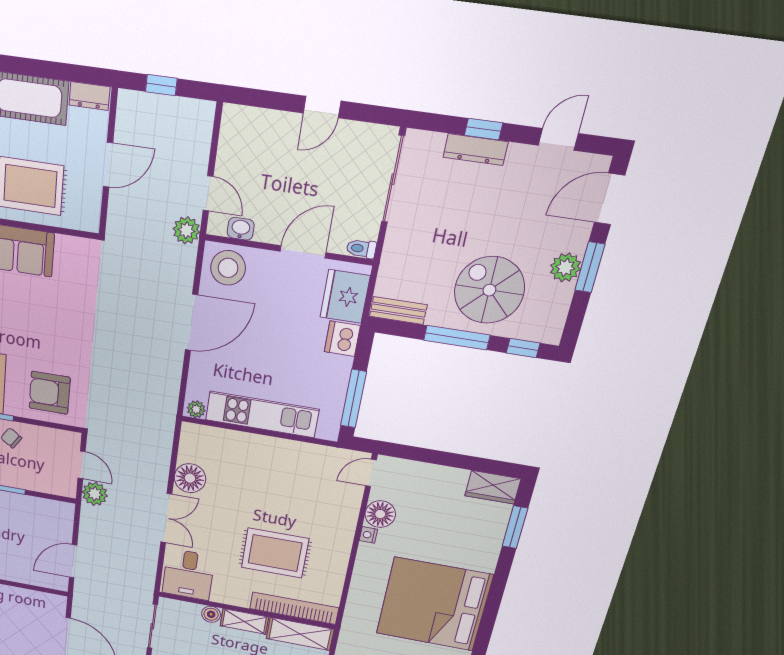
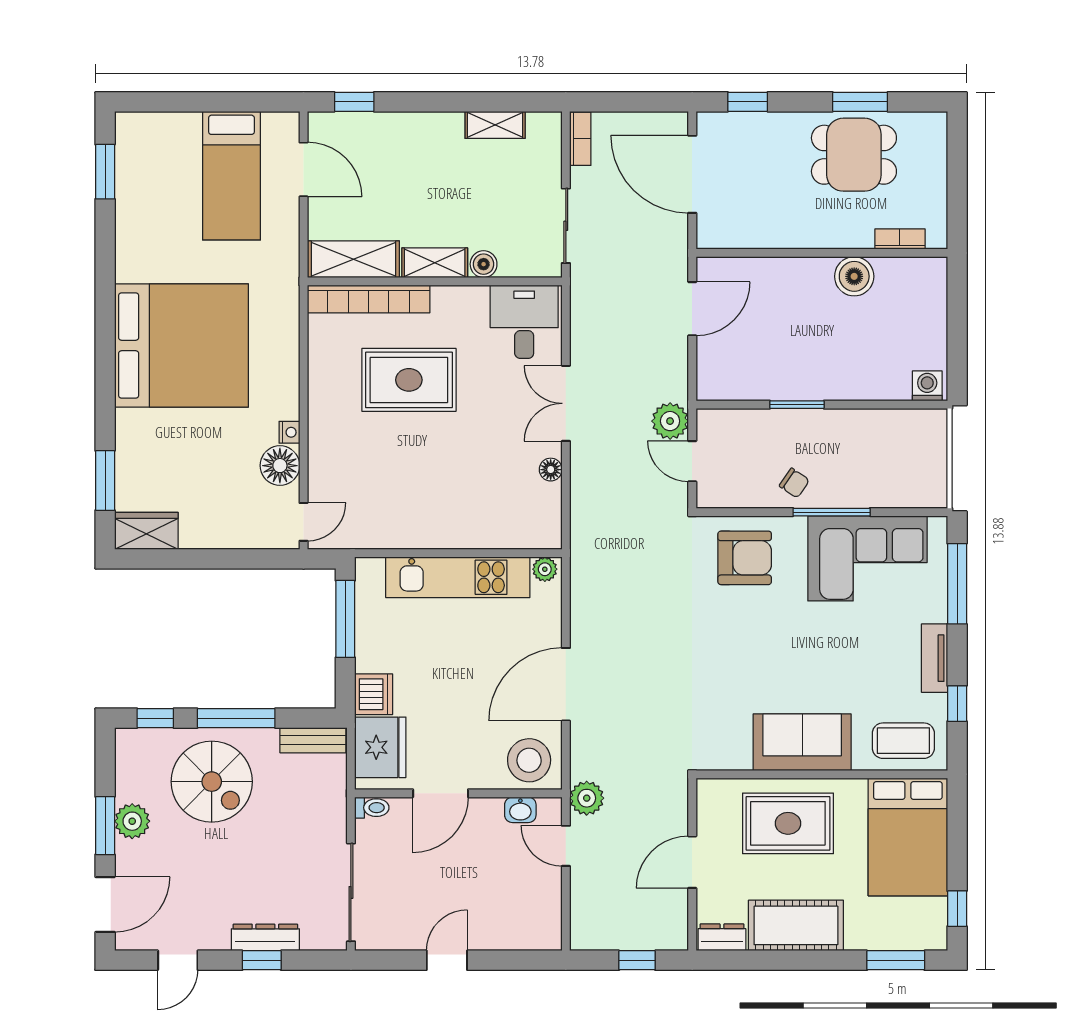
floor lamp: (190, 478) -> (551, 470), width x0.53, depth x0.53

